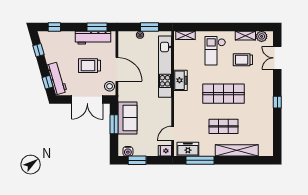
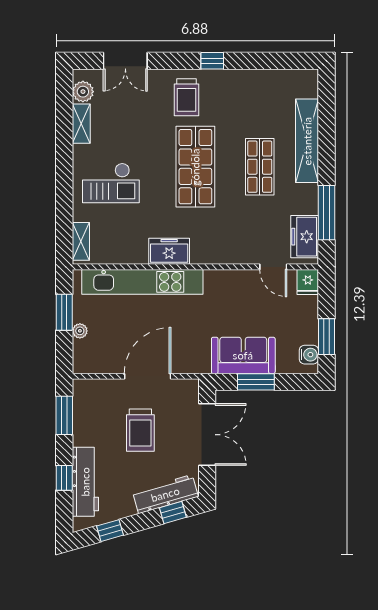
window: (54, 27) -> (64, 478), moved
workbench: (93, 38) -> (85, 482), moved
trolley: (243, 60) -> (186, 97), moved
stool: (110, 86) -> (181, 391), removed

